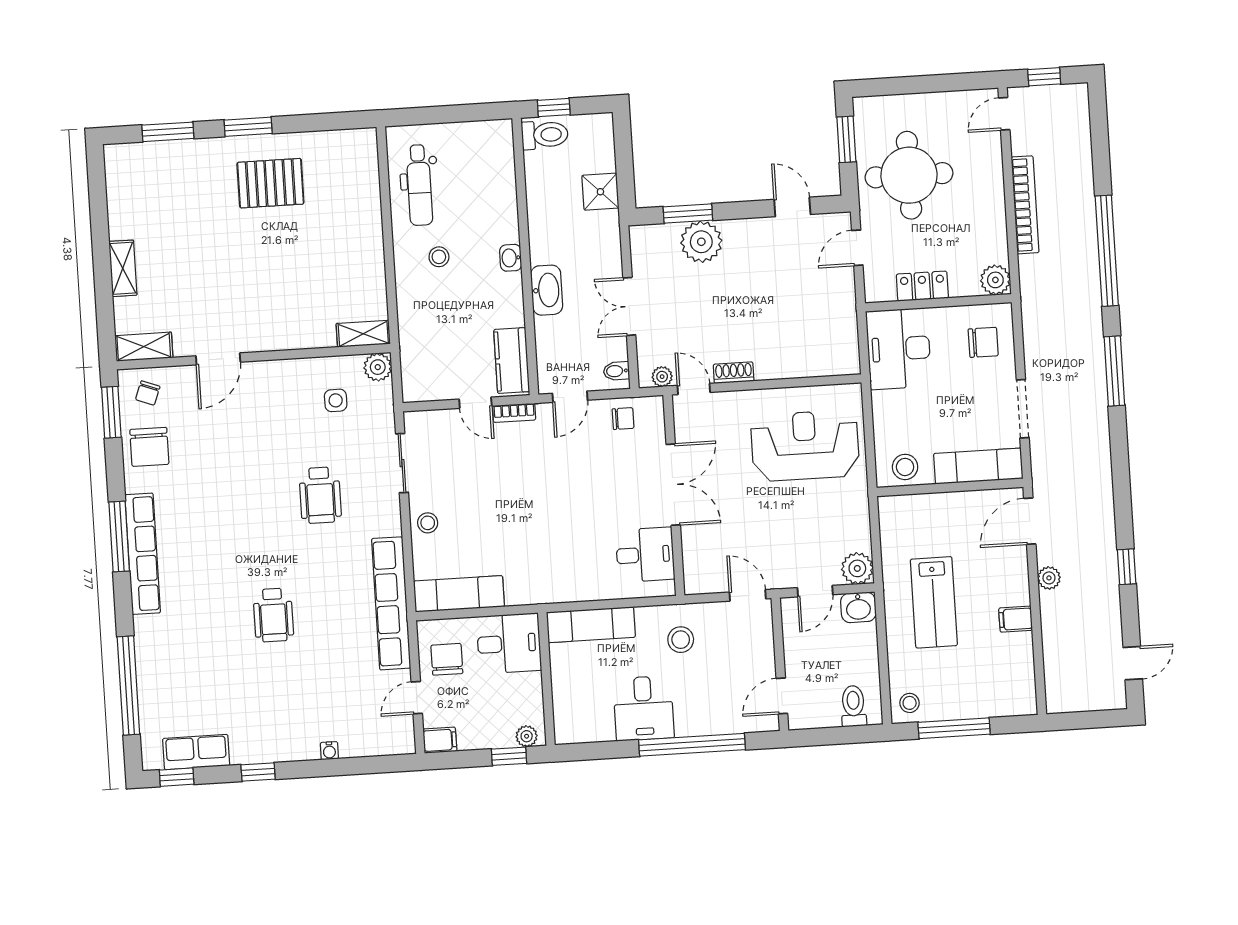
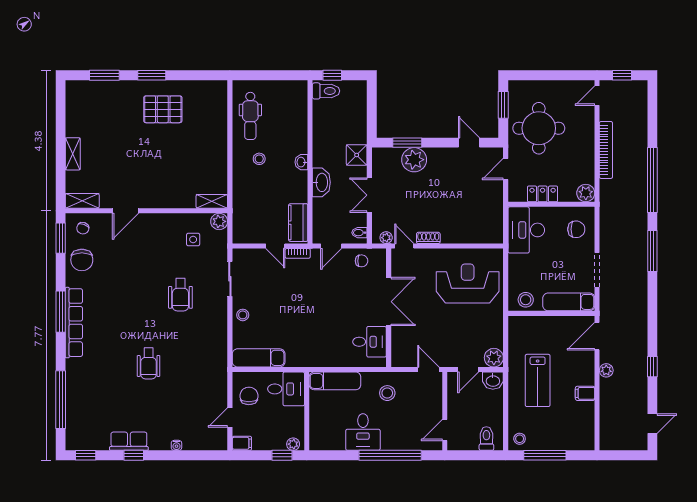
shower: (600, 192) -> (357, 155), moved
row of seats: (391, 603) -> (218, 361), removed
row of seats: (196, 752) -> (129, 441), moved

